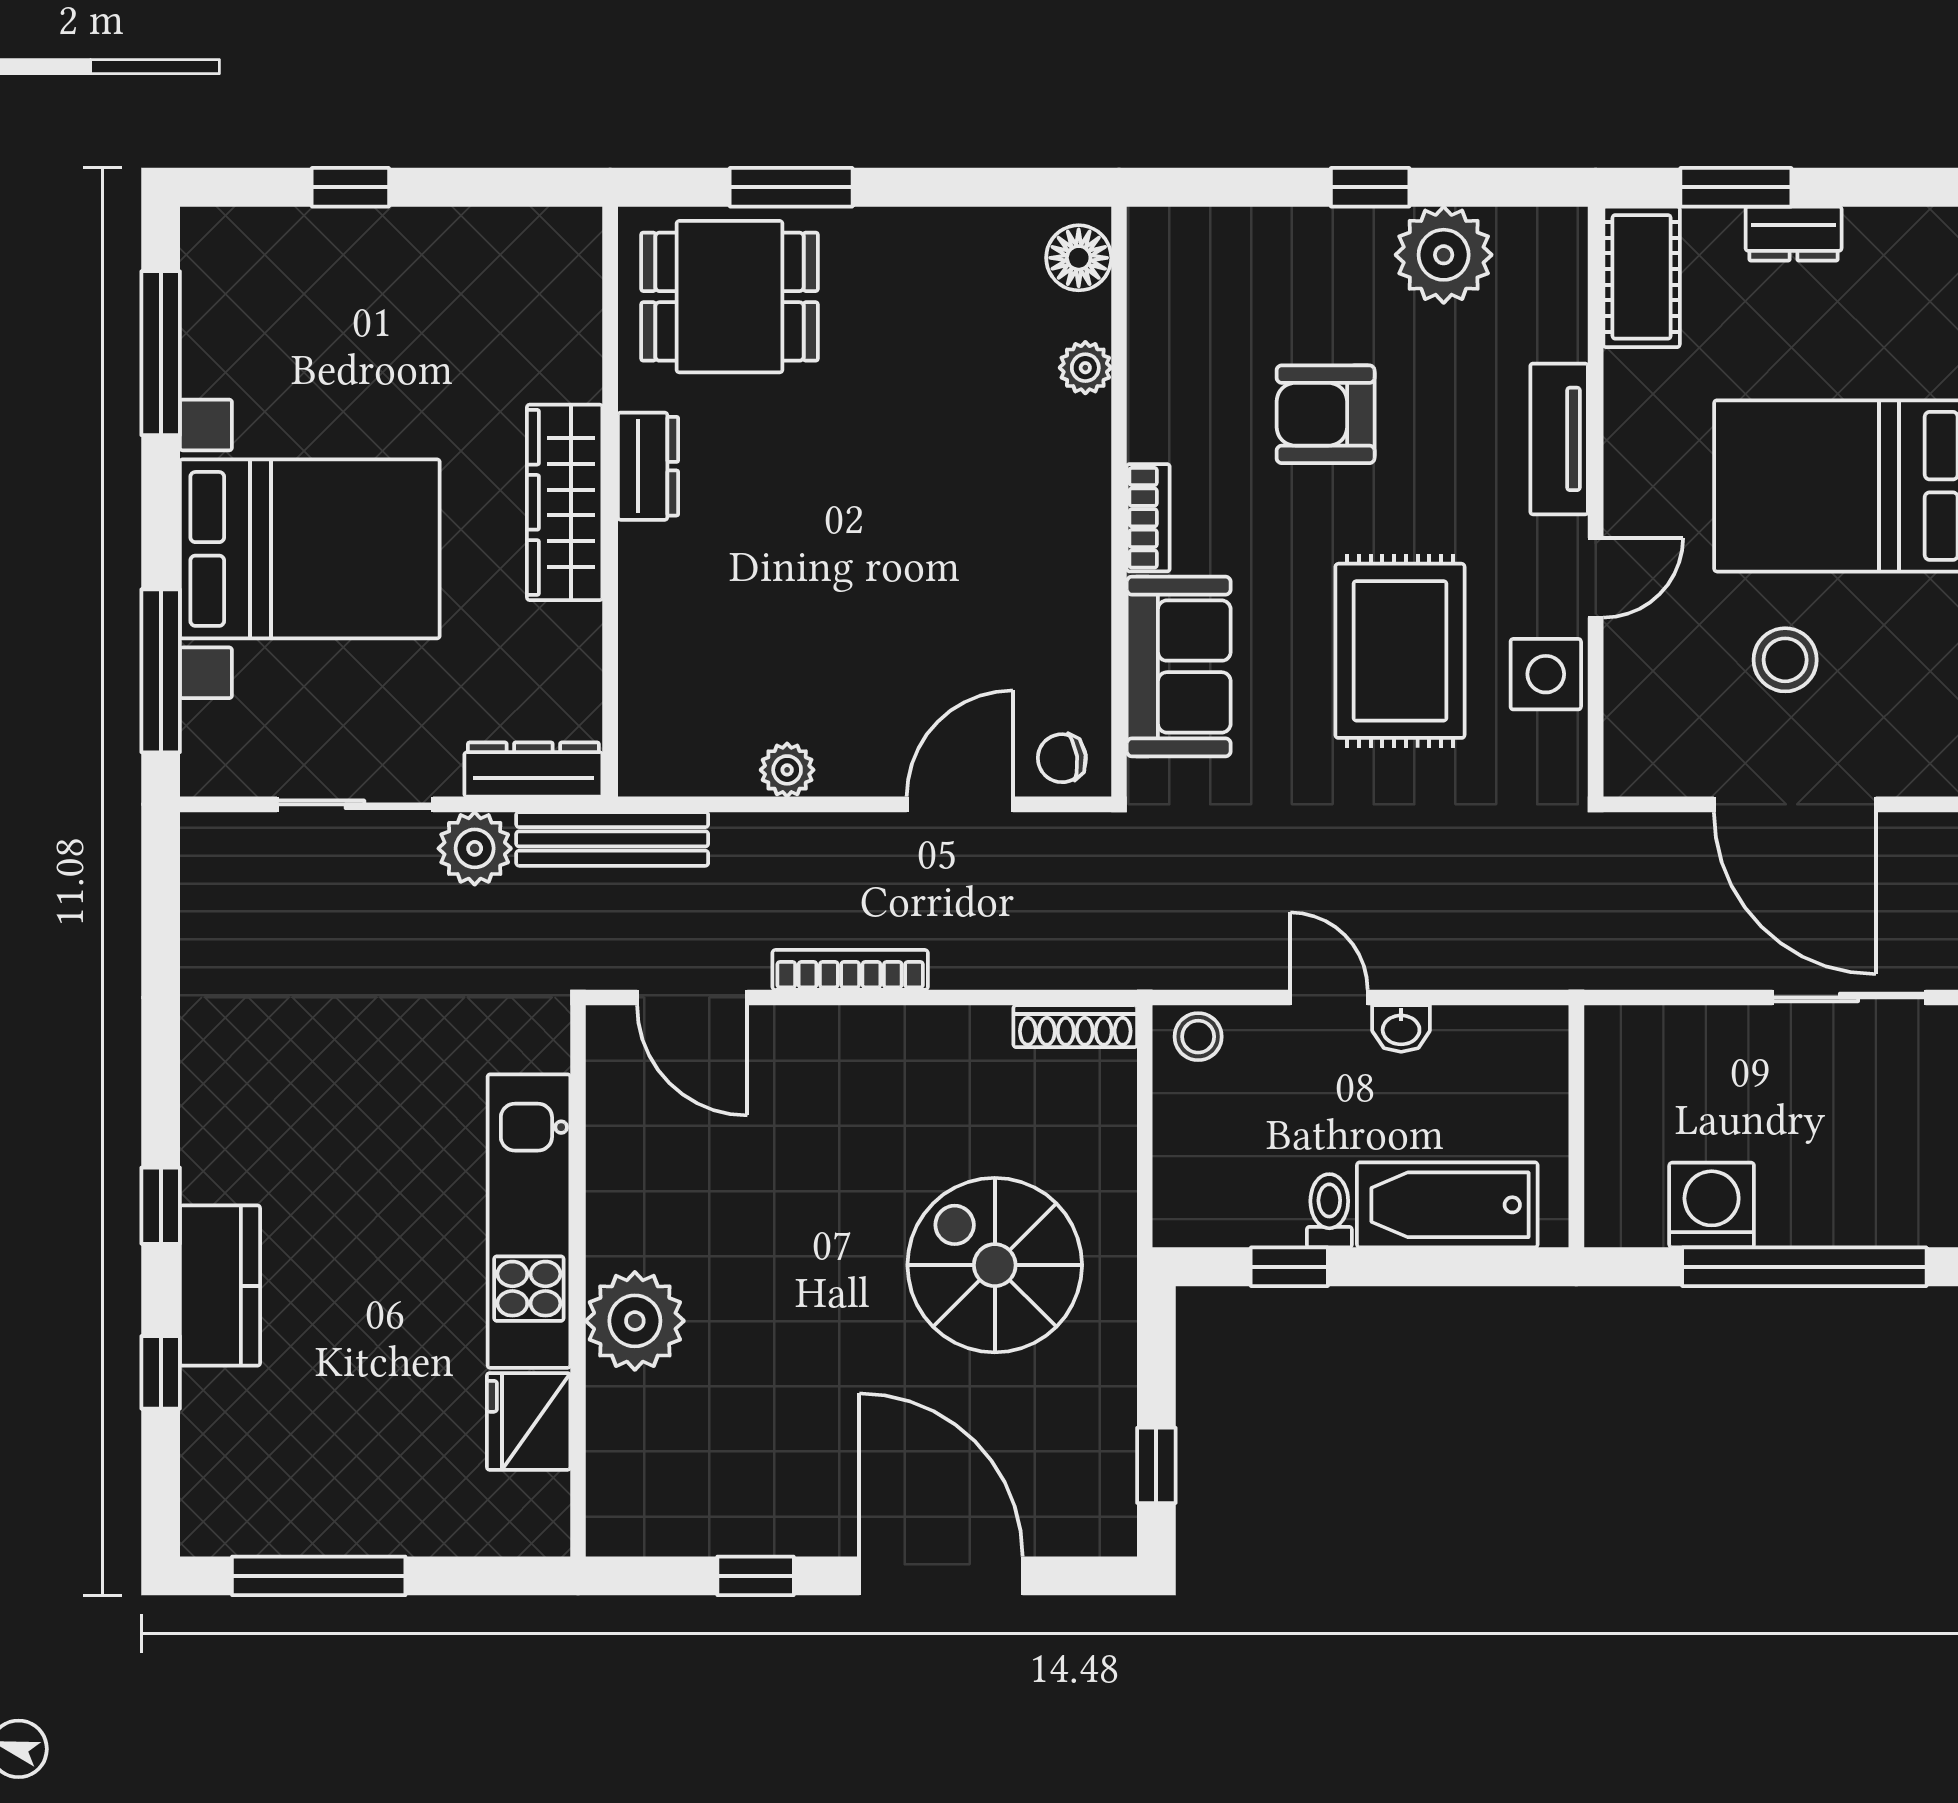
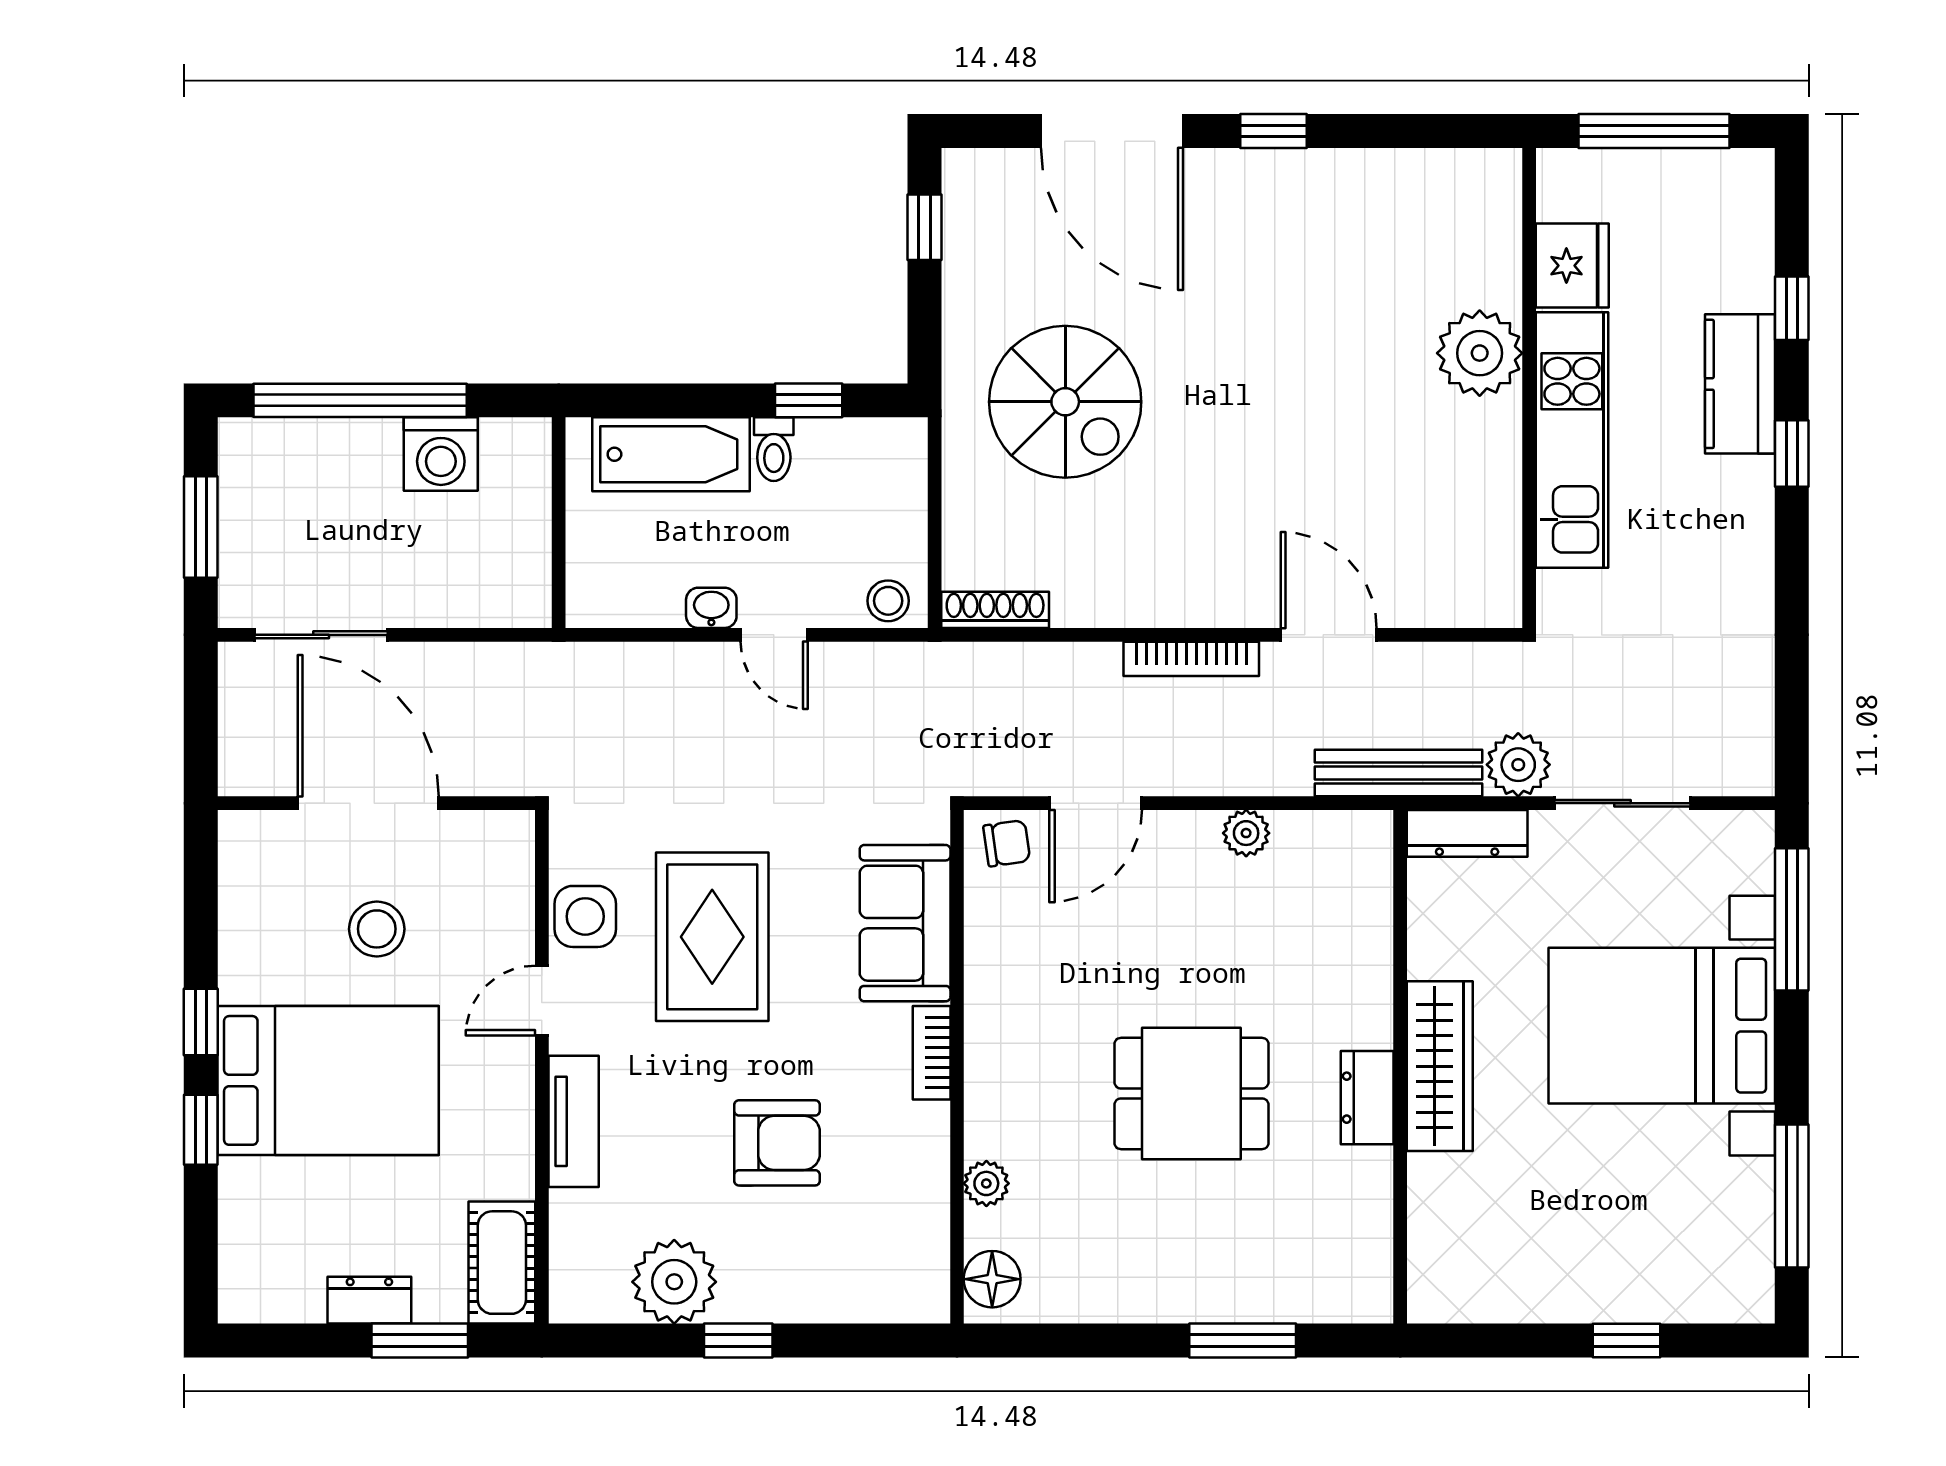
dining table: (729, 297) -> (1191, 1093), moved
kitchen unit: (529, 1221) -> (1572, 440), moved
wall: (578, 1281) -> (1529, 388), moved
plant: (635, 1321) -> (1480, 353), moved
fridge: (529, 1421) -> (1572, 266), moved

